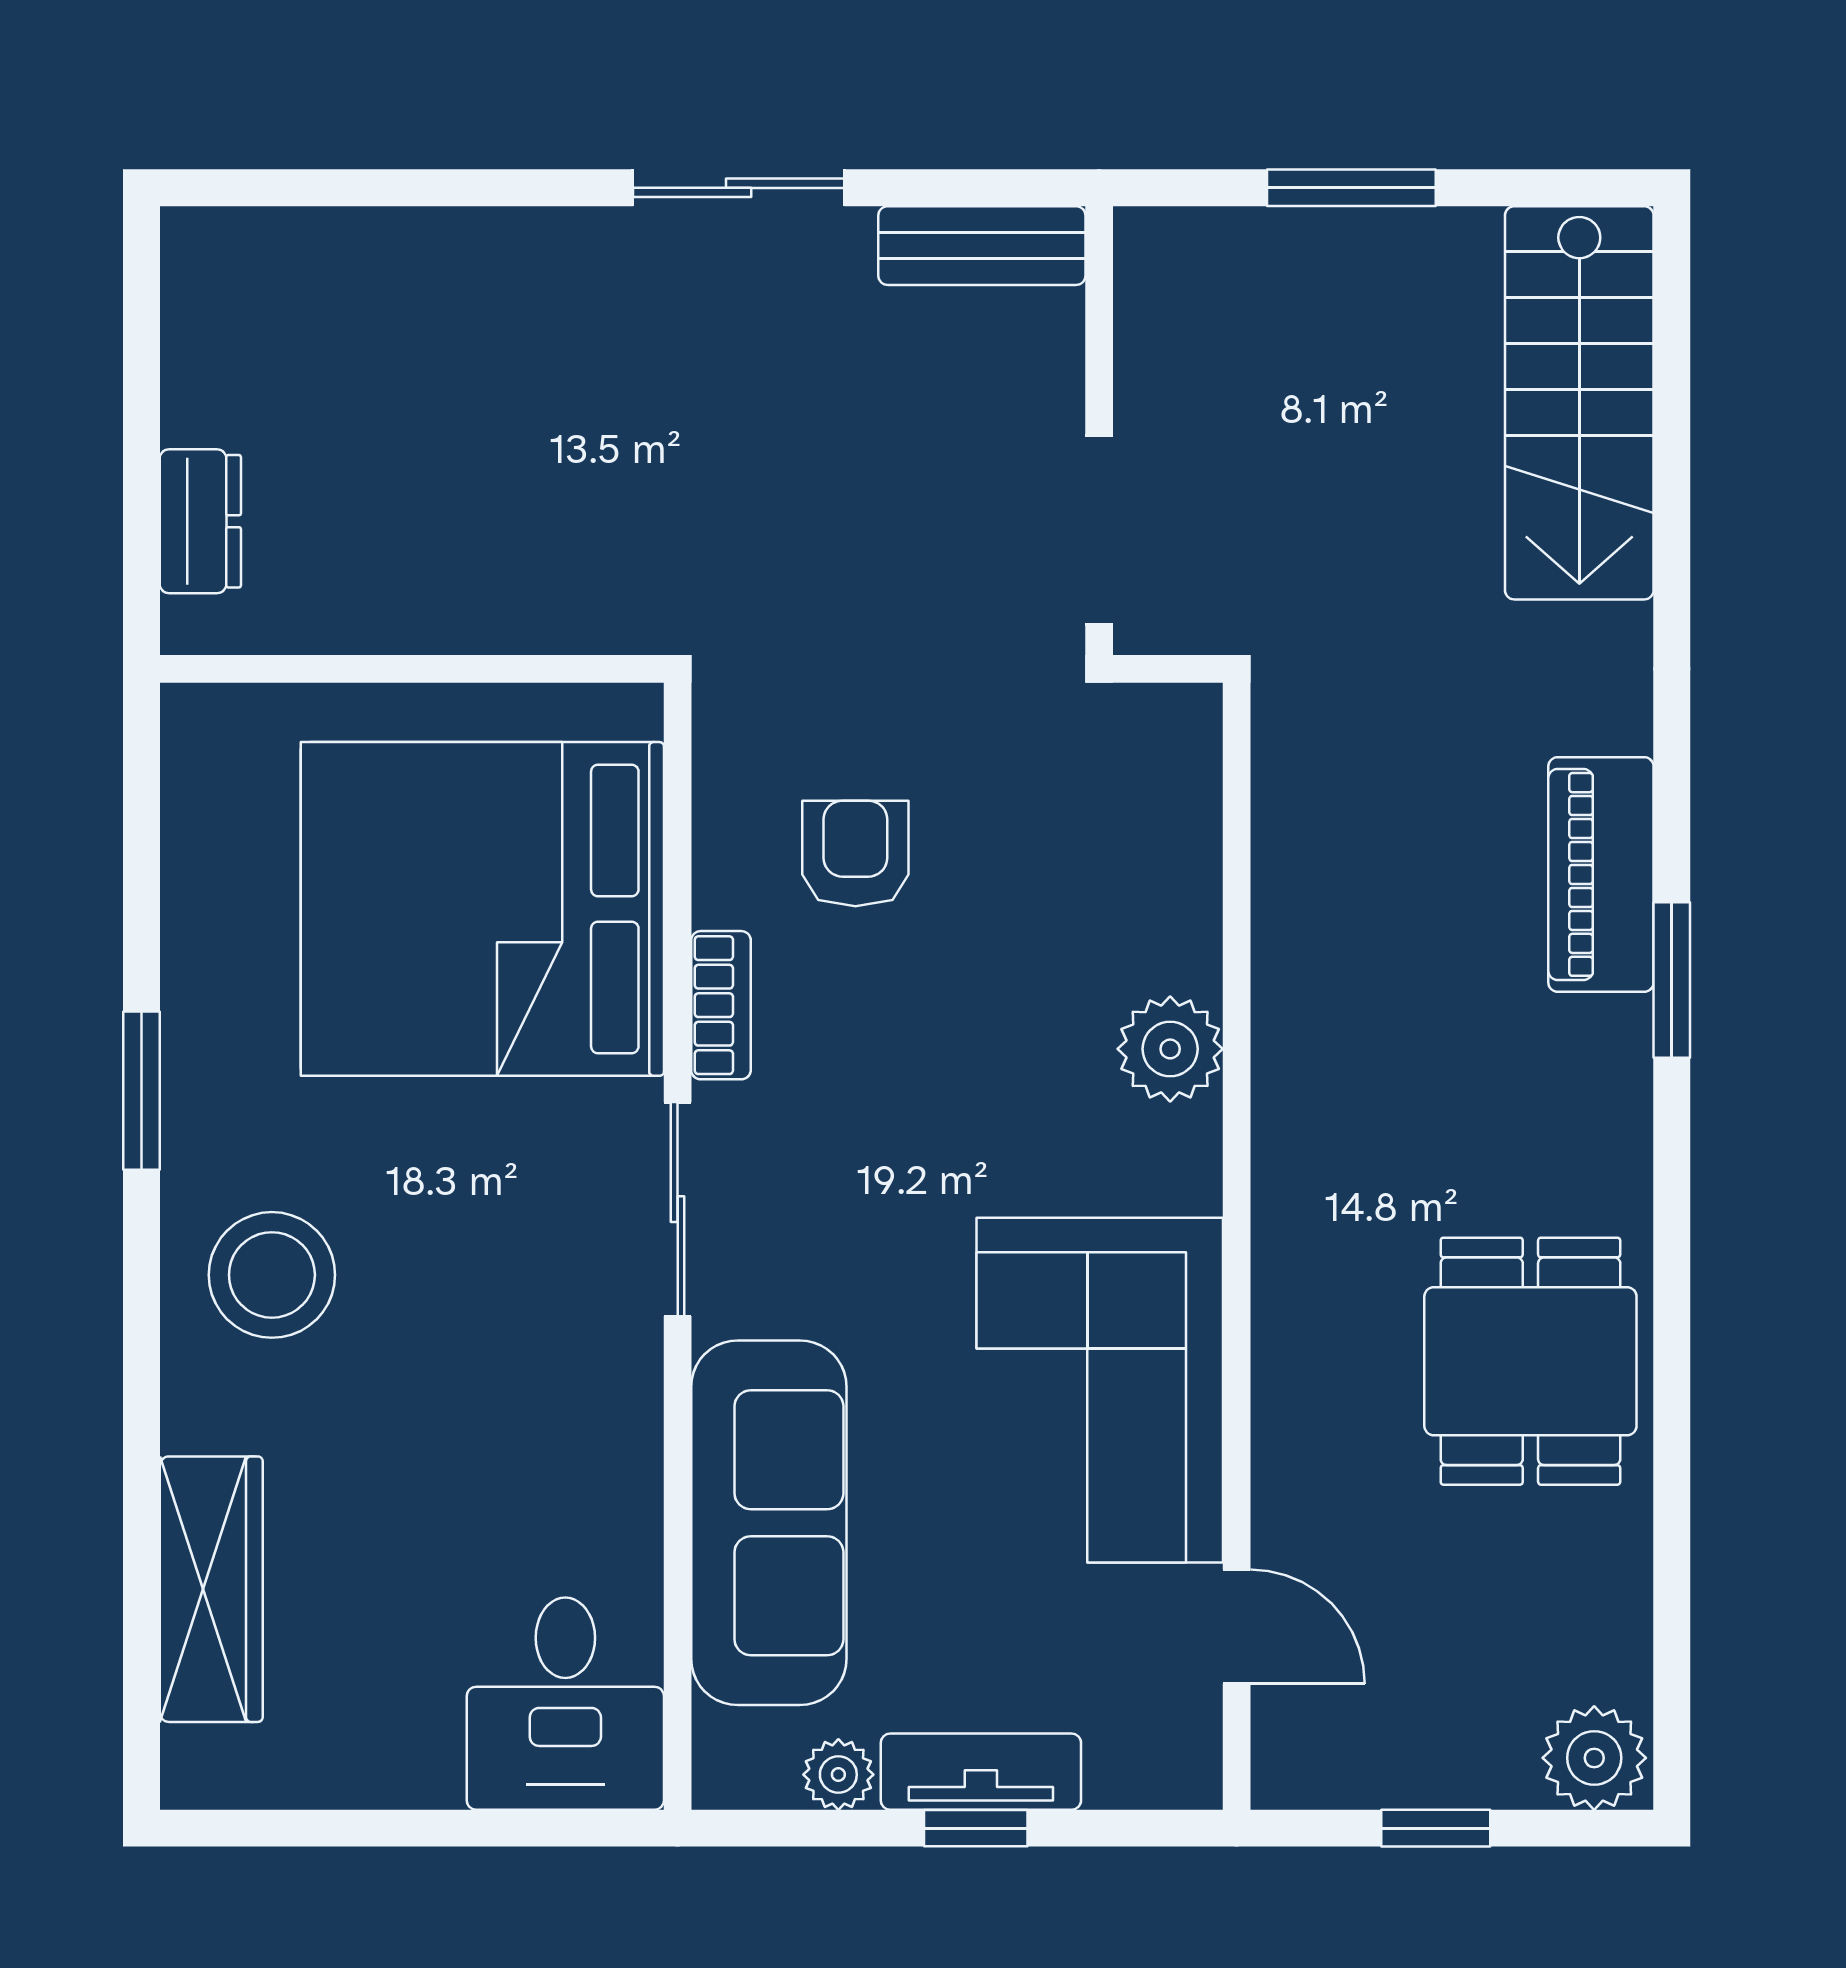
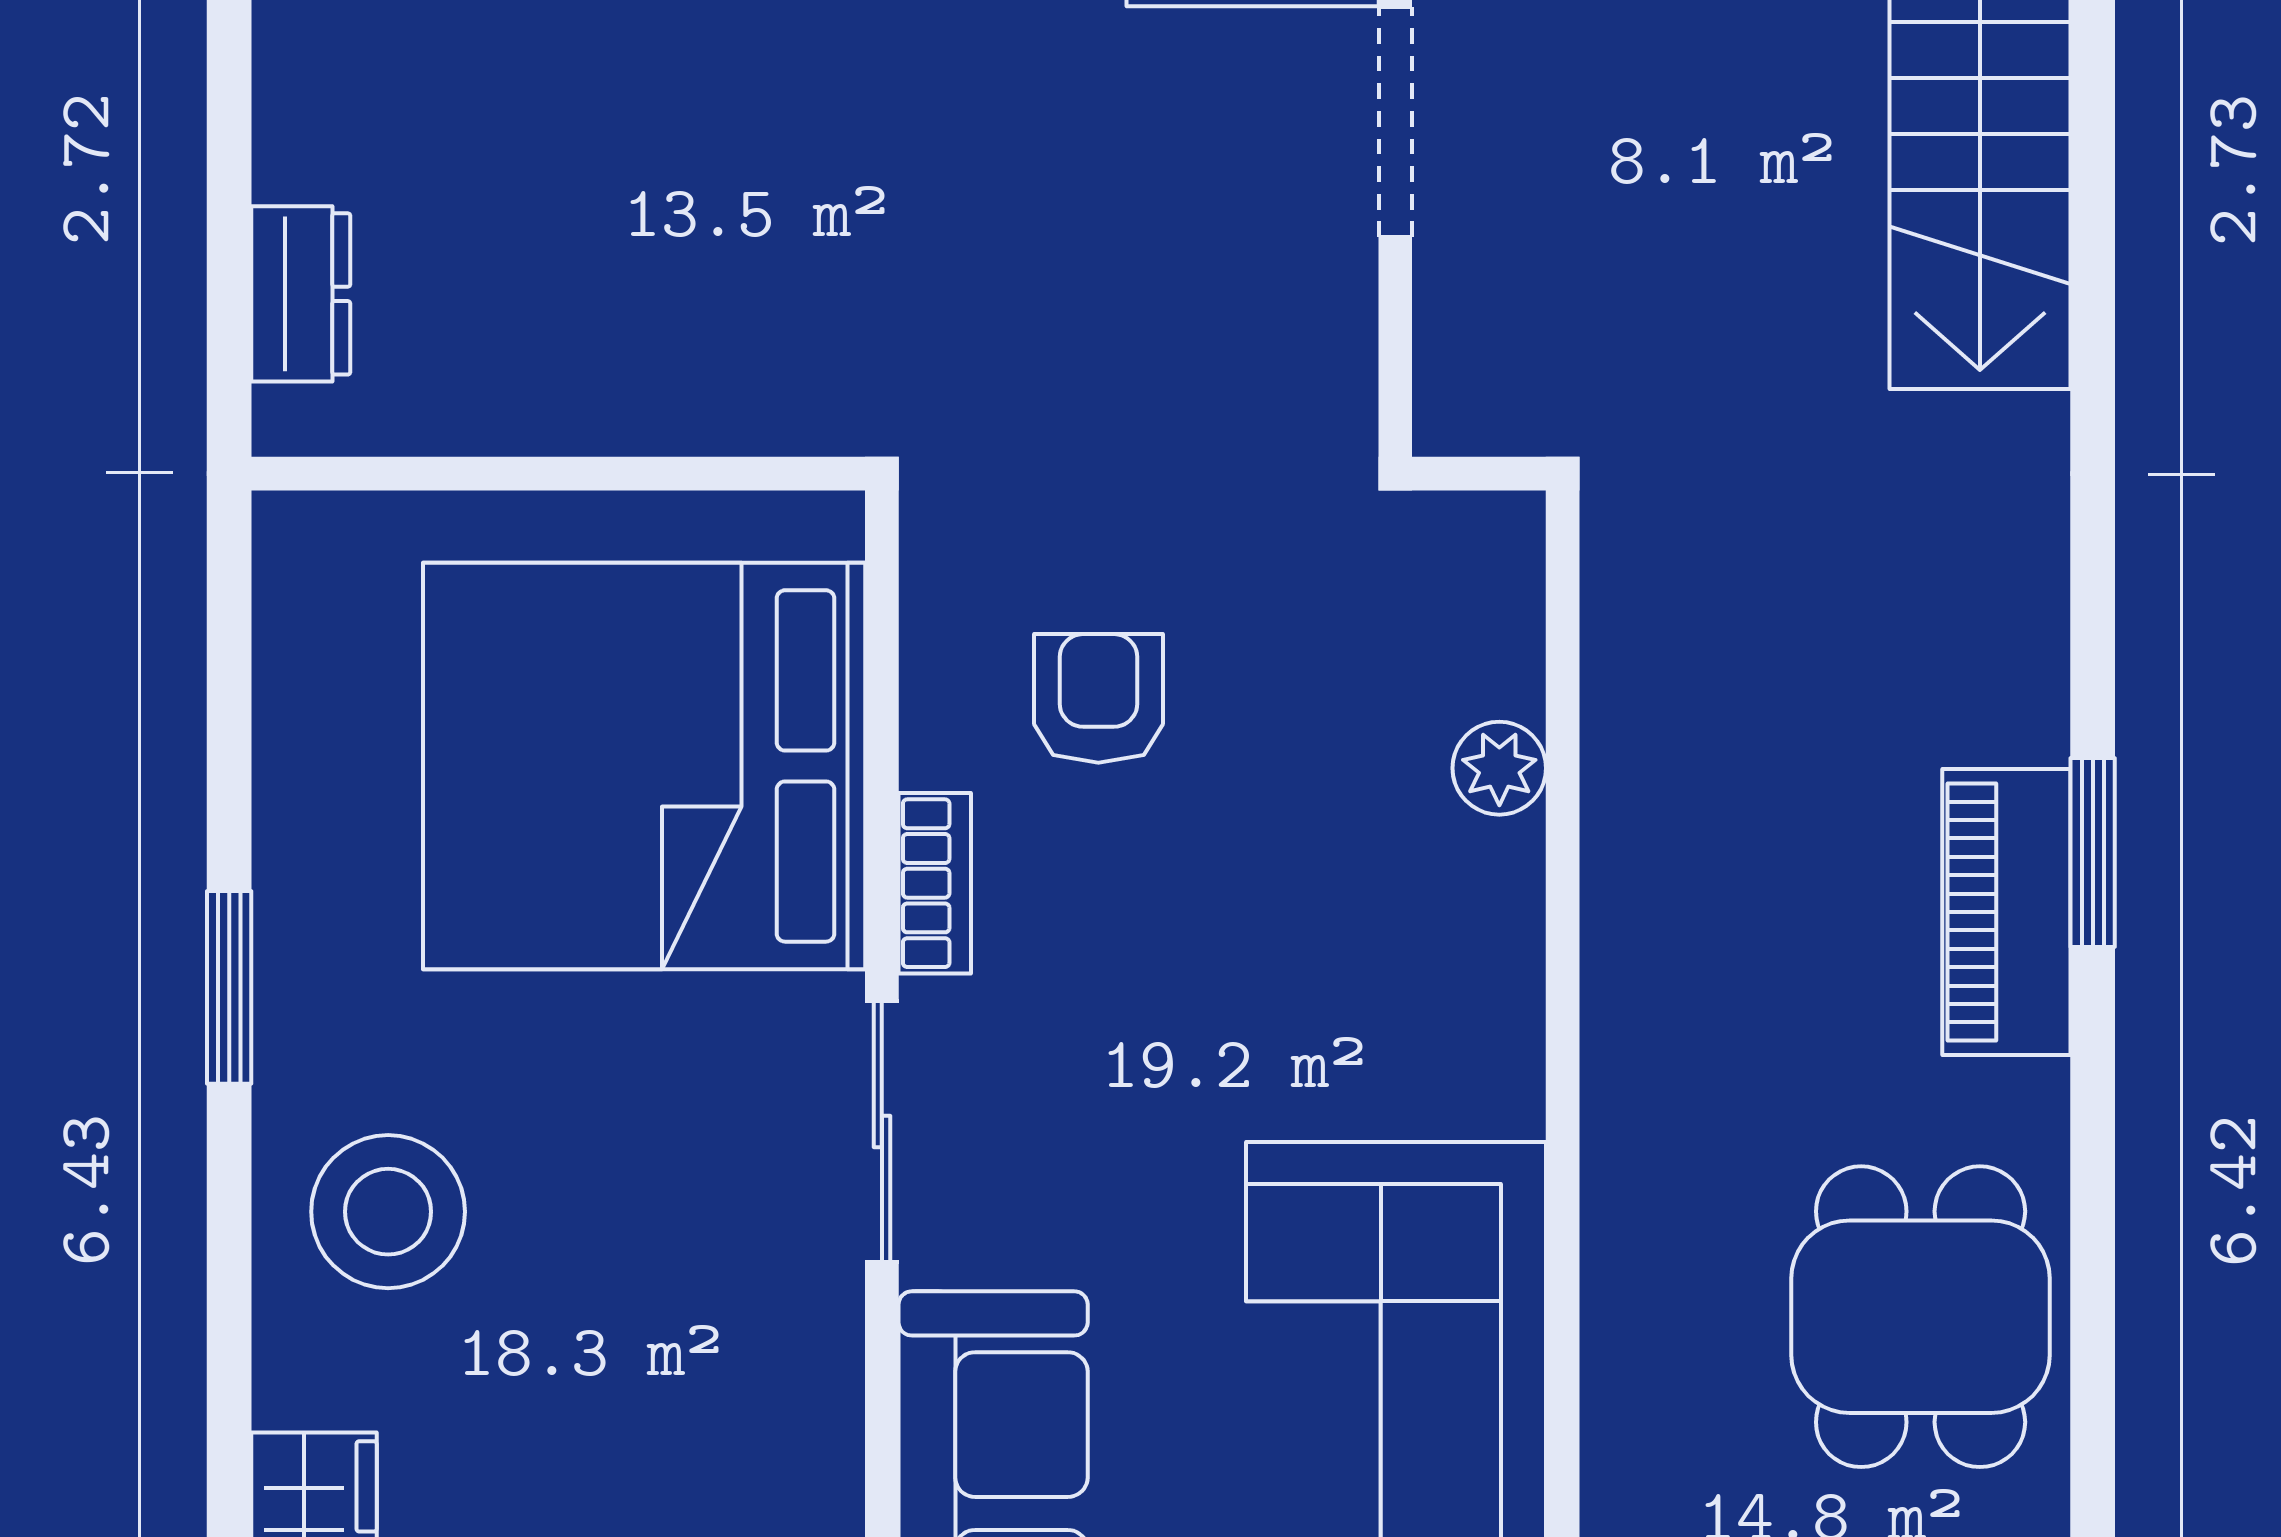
doorway: (1099, 530) -> (1395, 122), moved
piano: (1601, 874) -> (2006, 912), moved
plant: (1170, 1049) -> (1499, 768), moved, width x0.73, depth x0.73

